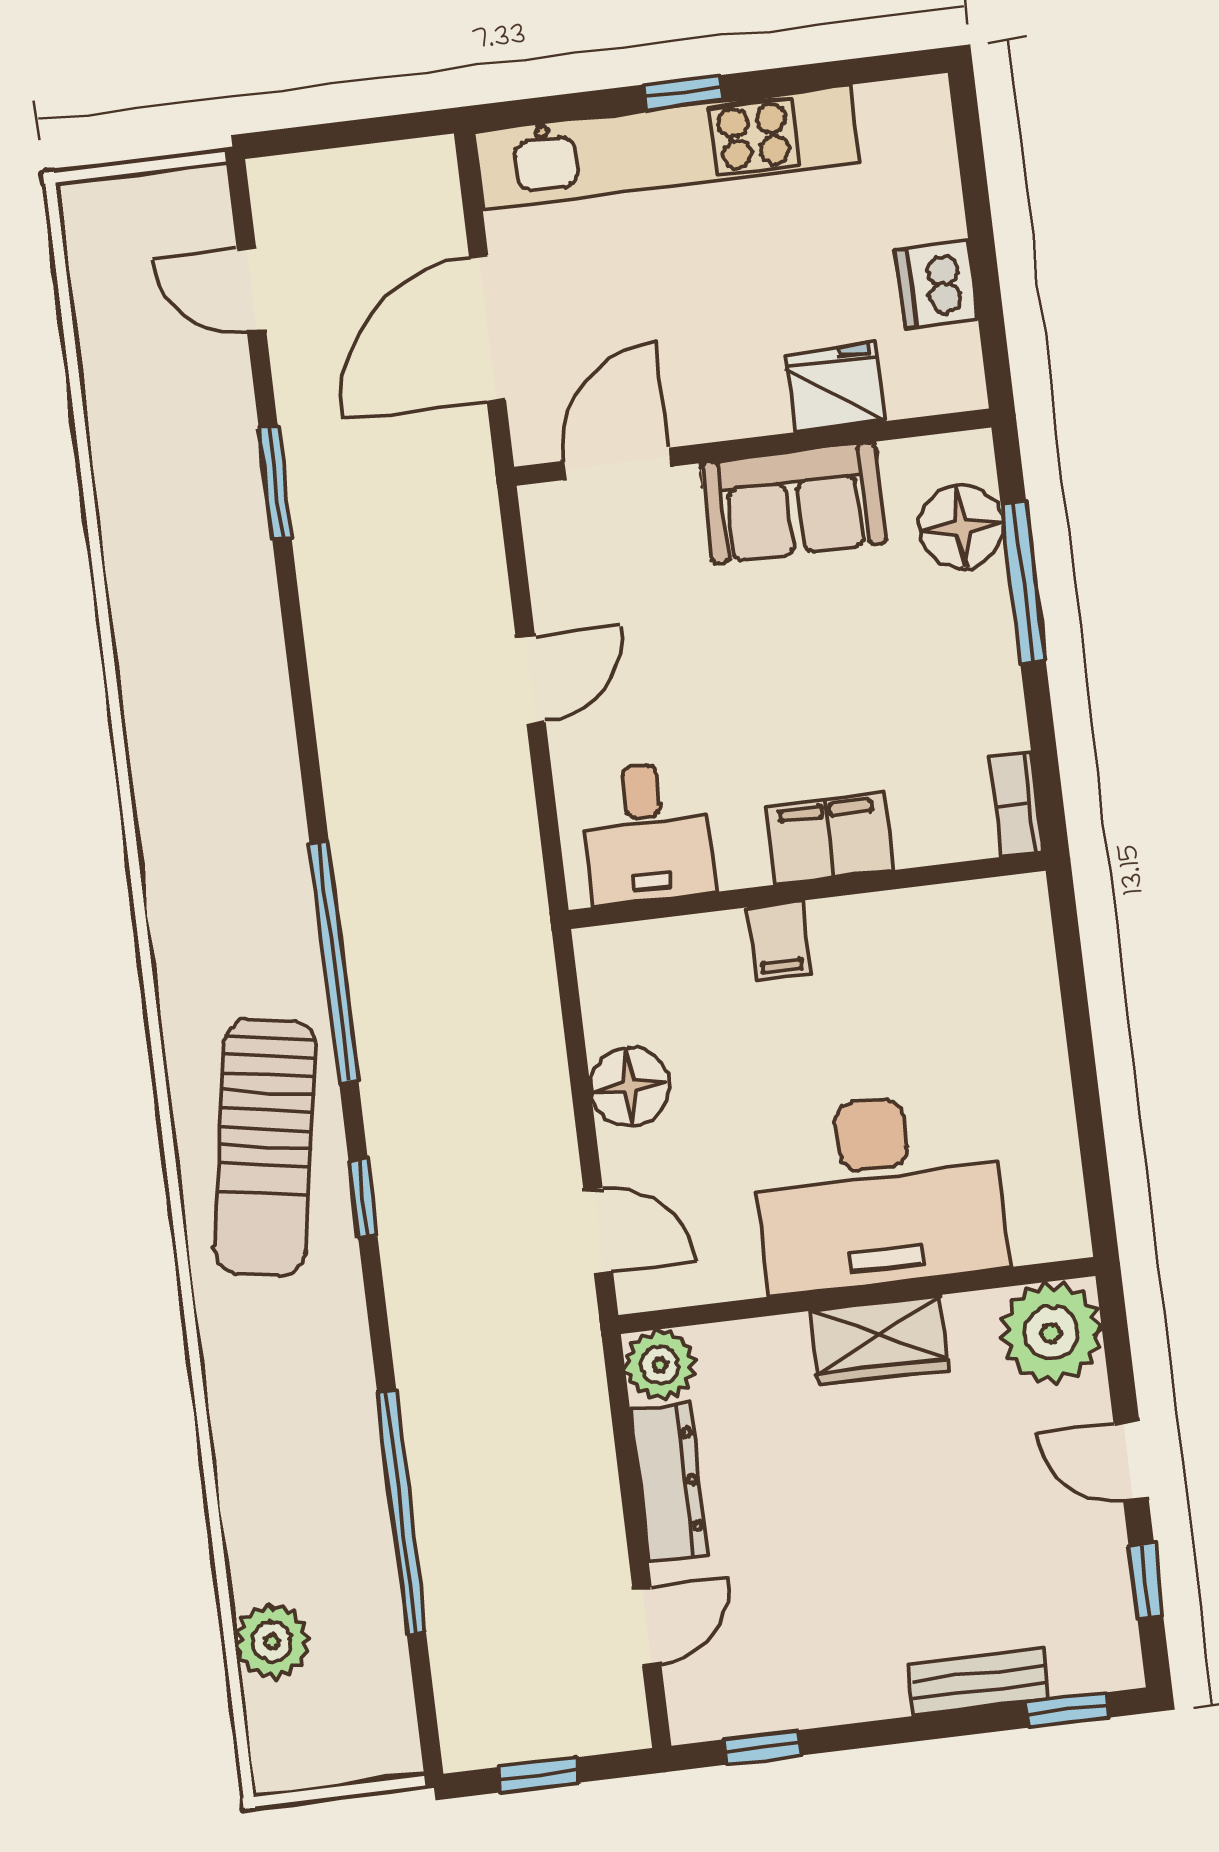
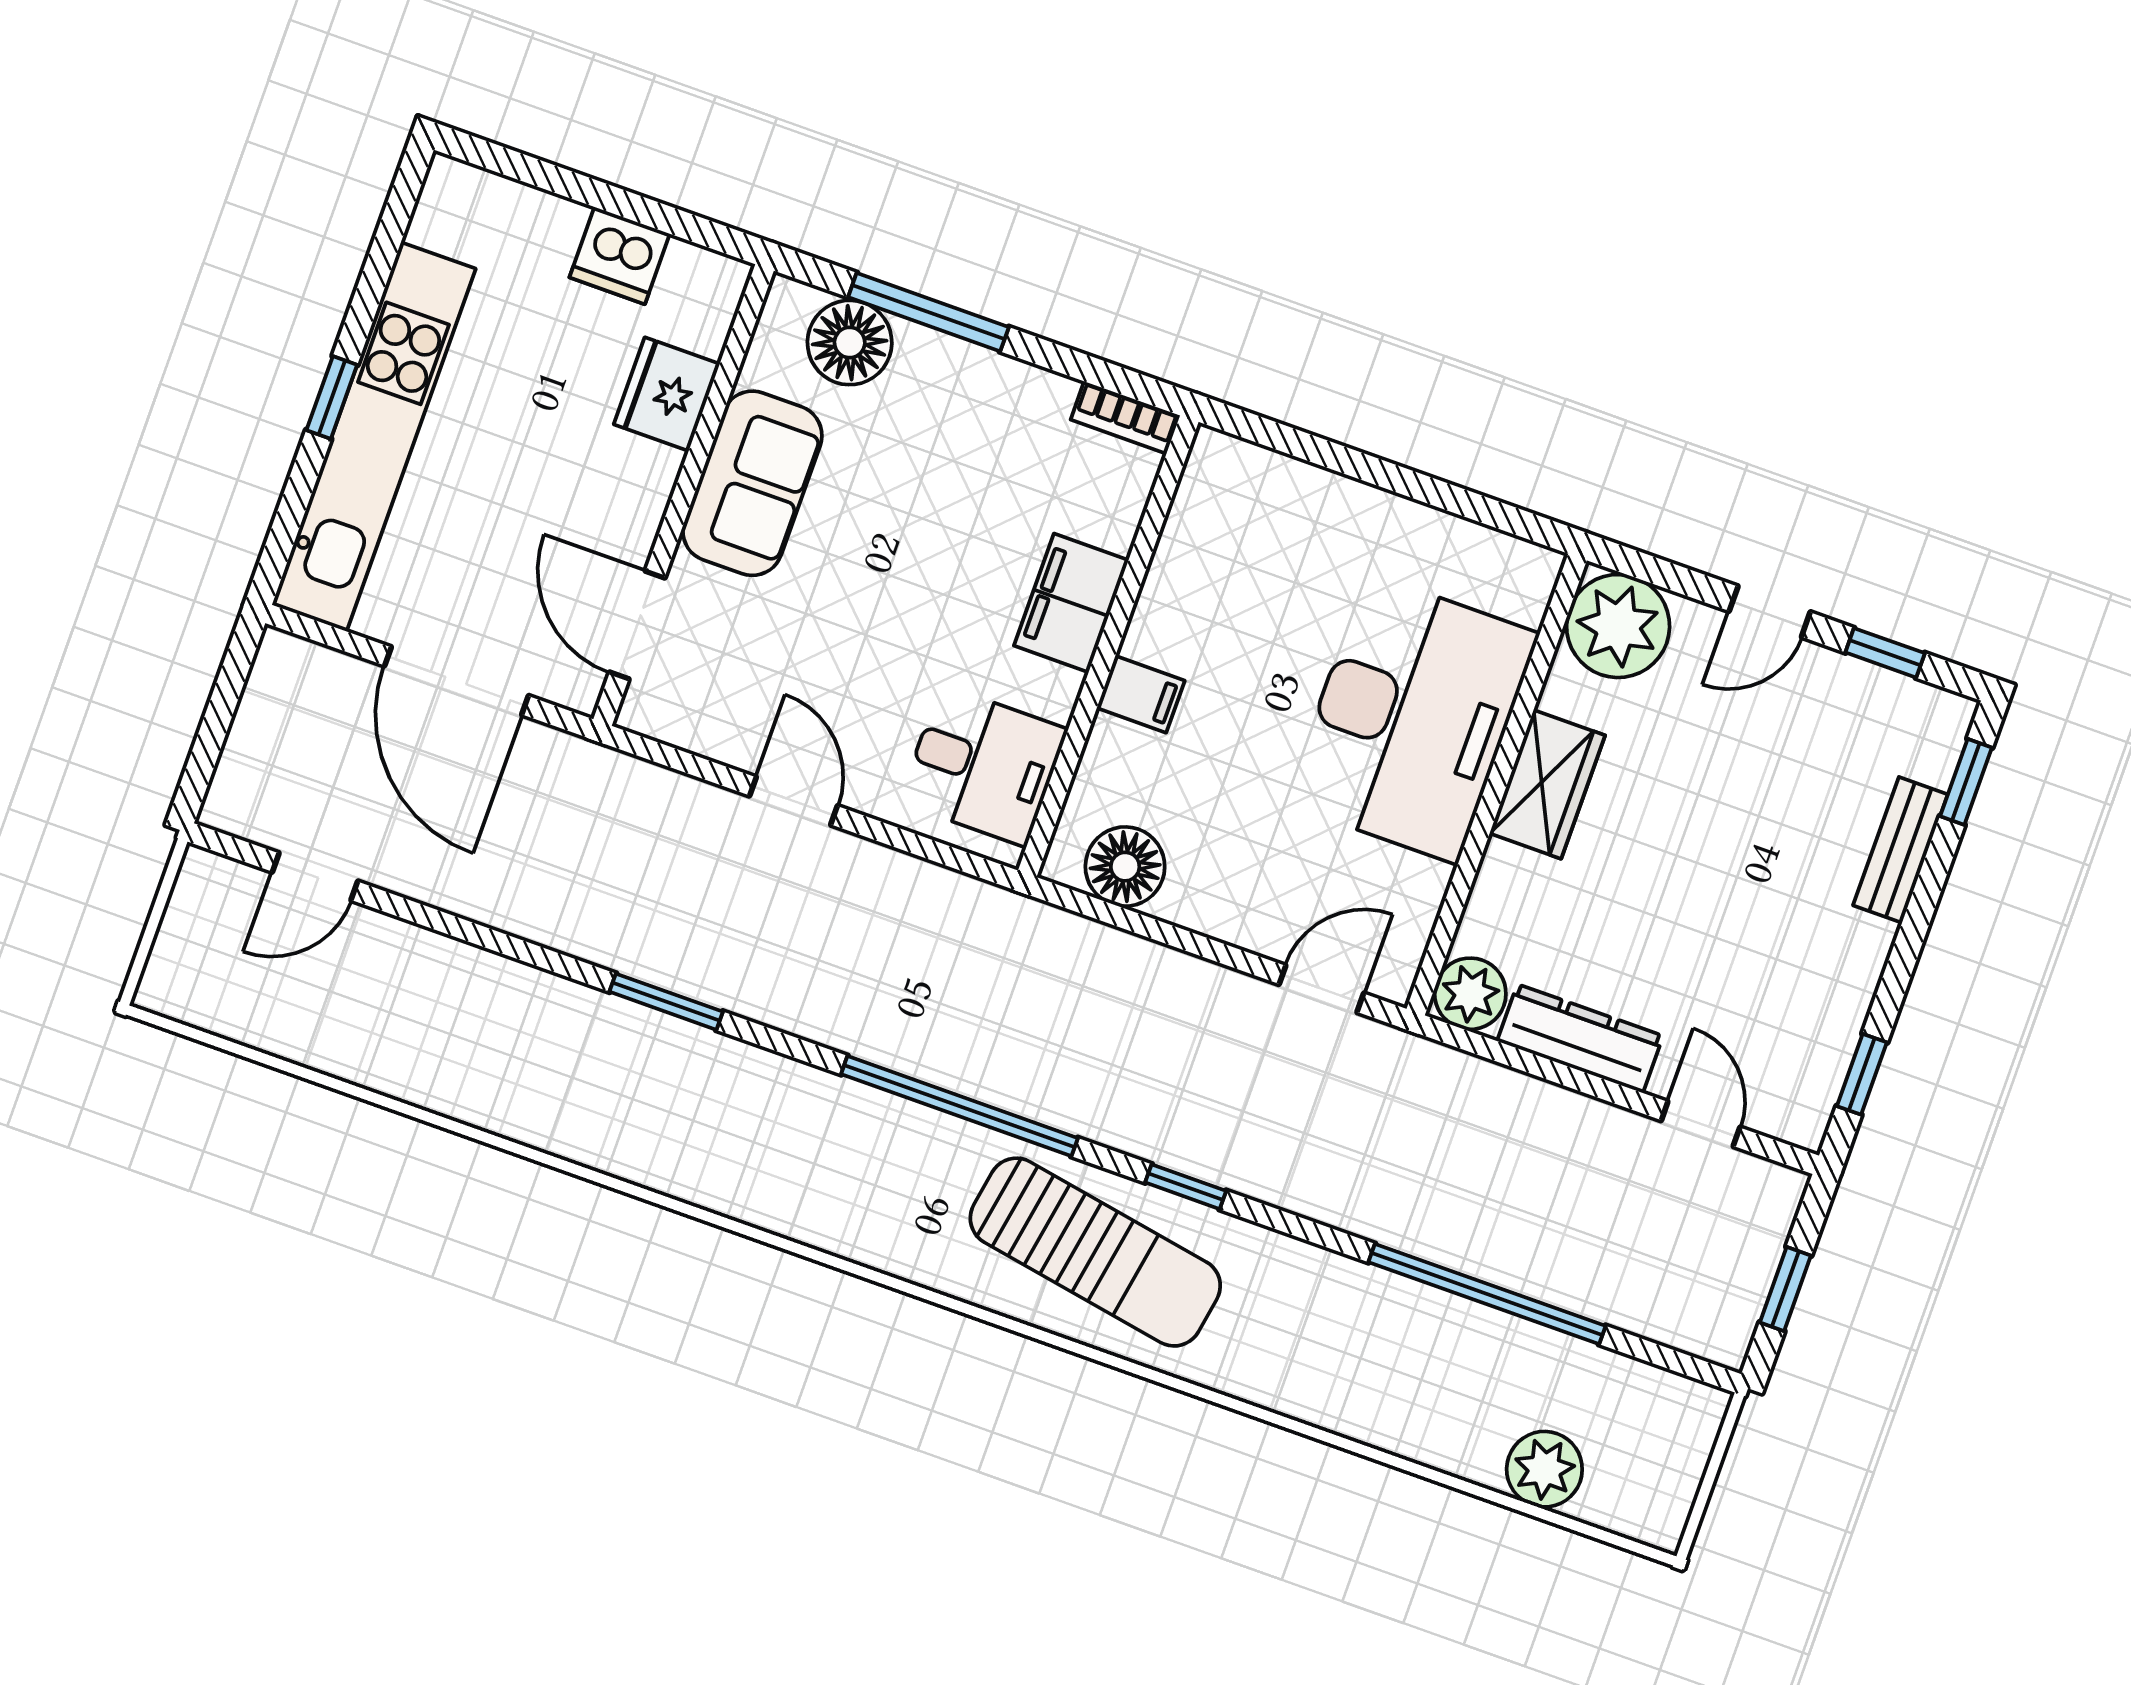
window: (275, 483) -> (666, 1002), moved
floor lamp: (630, 1087) -> (1125, 867), moved

